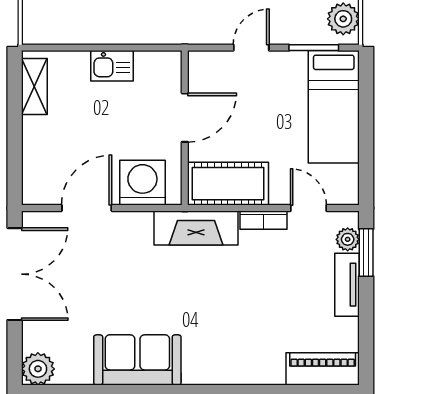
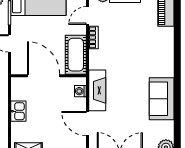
door: (185, 118) -> (44, 76), width x1.36
washing machine: (142, 183) -> (80, 91), width x0.53, depth x0.53
fireplace: (196, 228) -> (97, 90), moved

